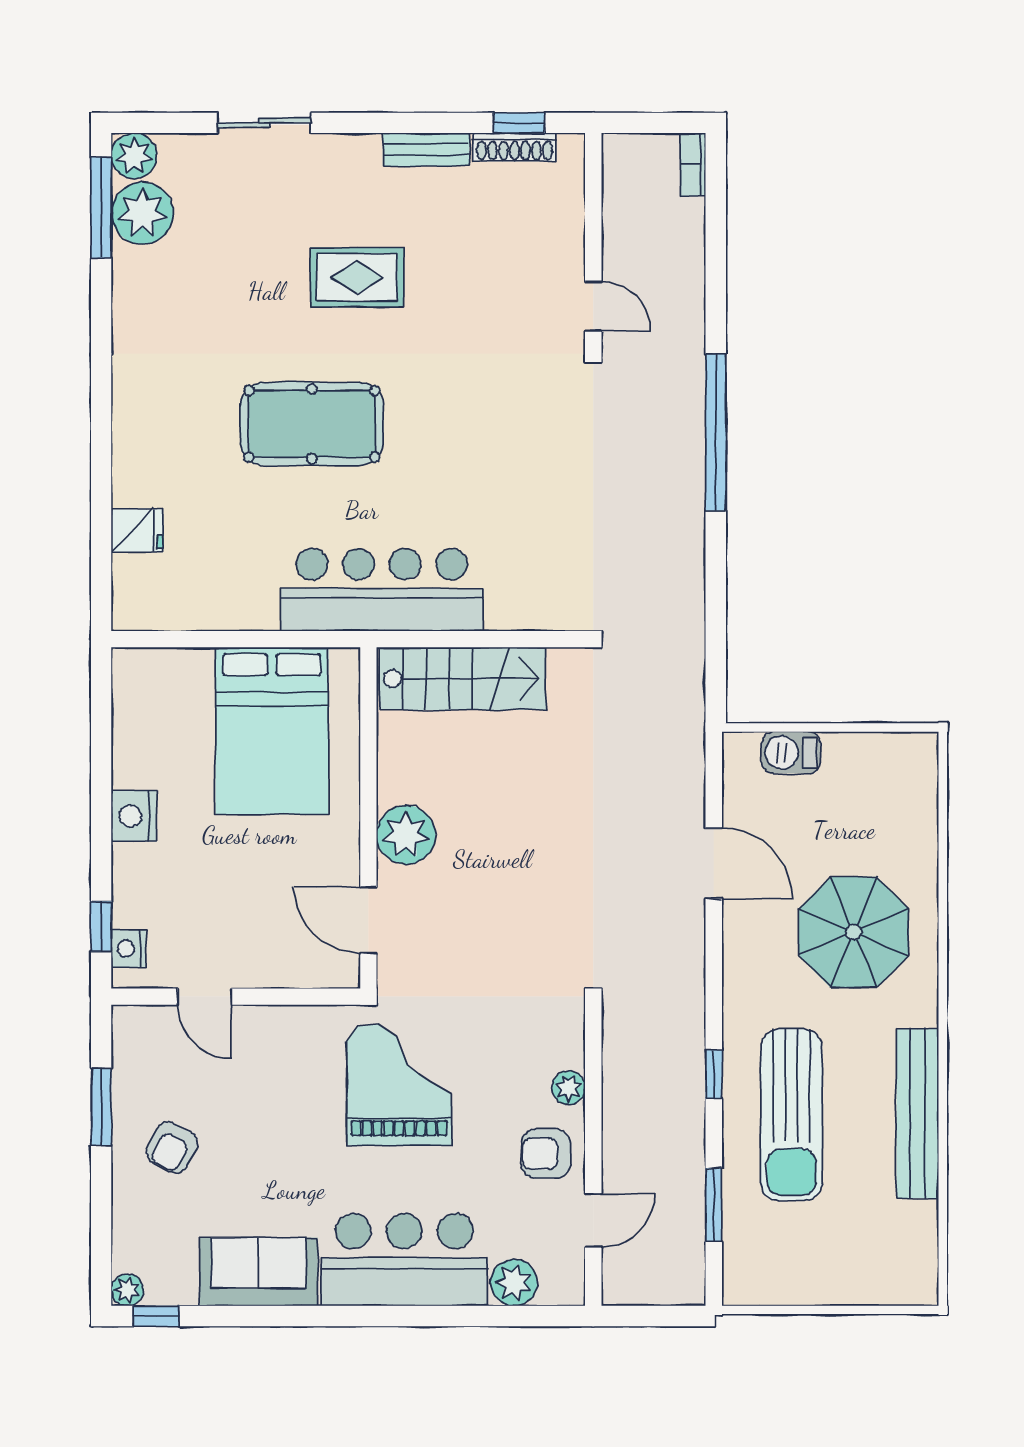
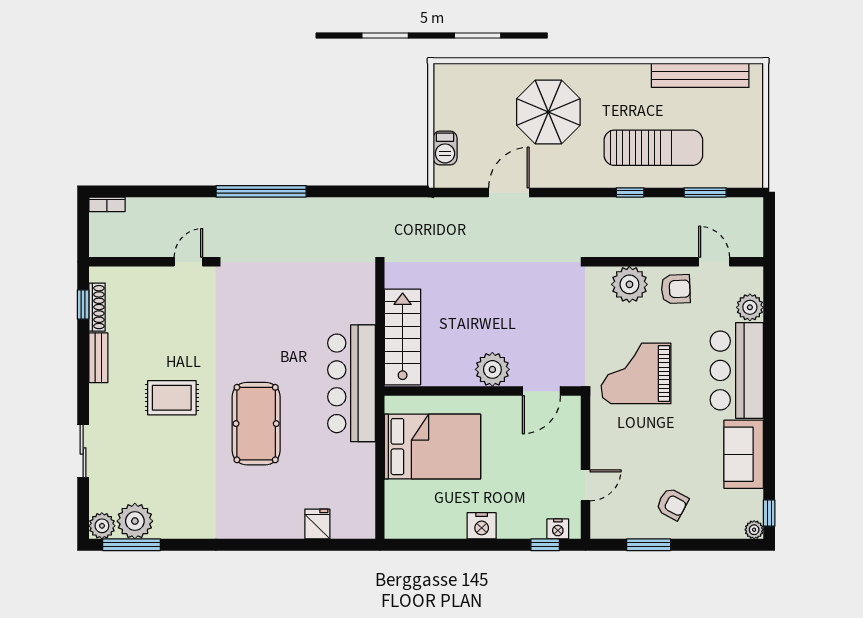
rug: (357, 277) -> (172, 398), turned 90
plant: (569, 1088) -> (629, 284), width x1.88, depth x1.88
bench: (918, 1113) -> (700, 75), moved
armchair: (546, 1154) -> (676, 289), turned -92

